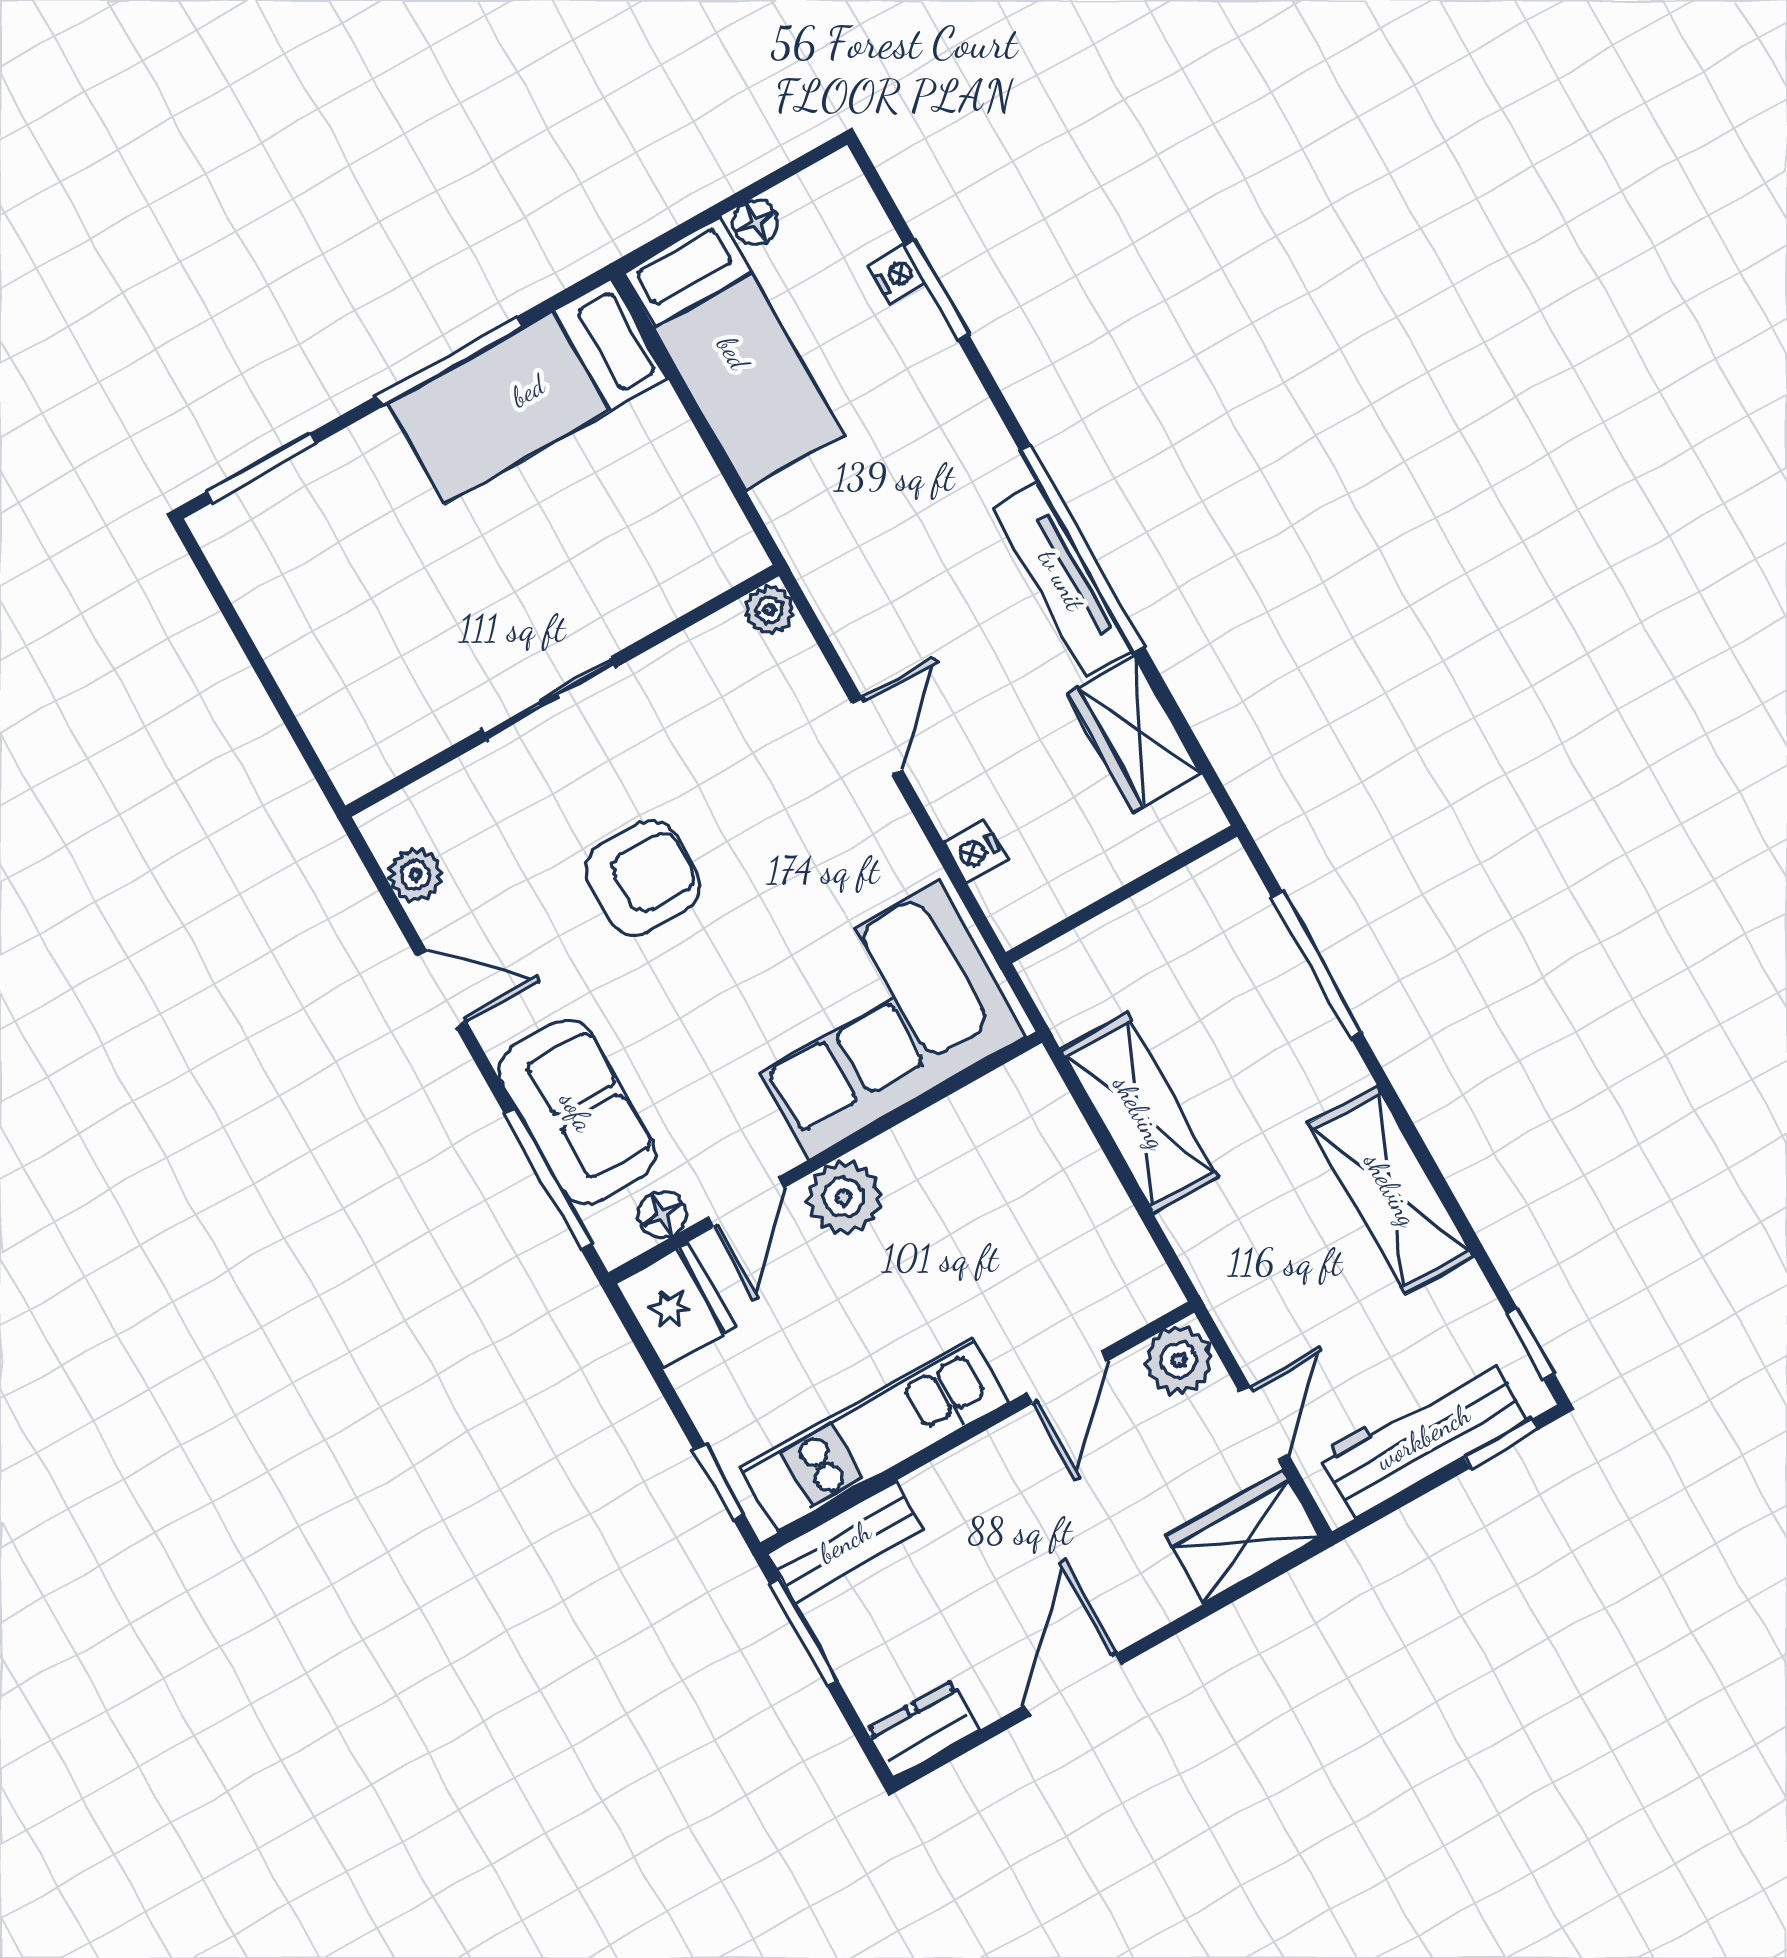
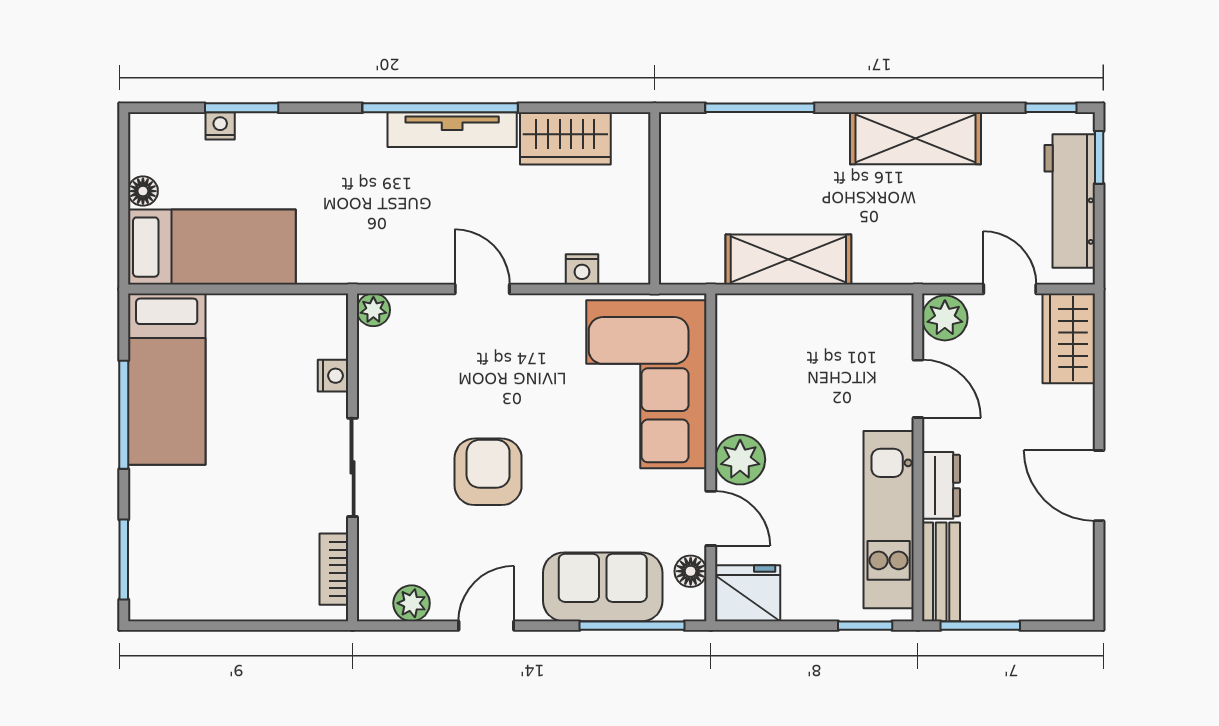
nightstand: (654, 606) -> (333, 376), added
bookcase: (403, 749) -> (334, 569), added
dresser: (923, 1729) -> (941, 485), moved, turned 180

